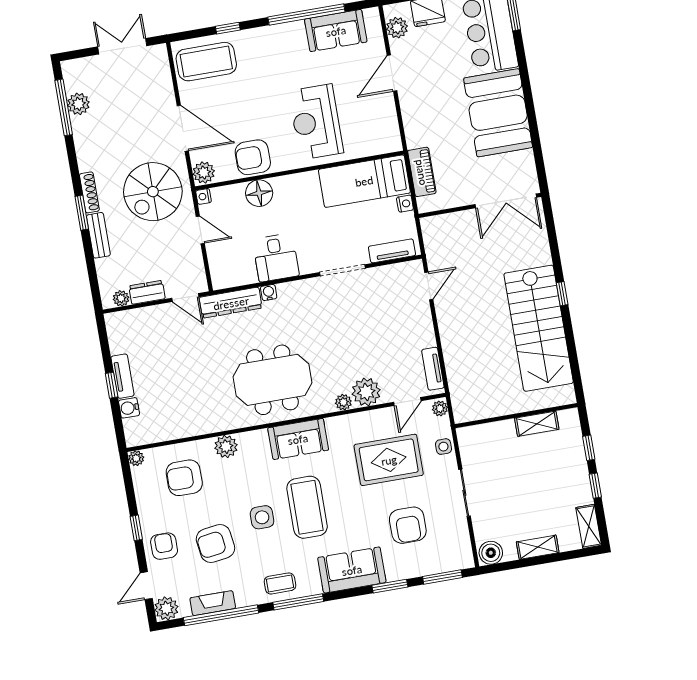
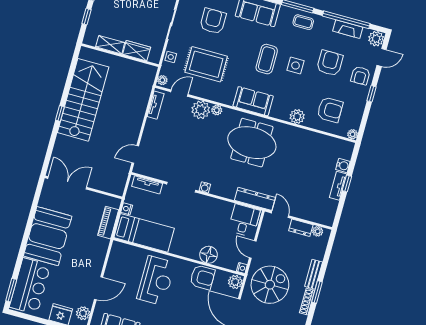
desk: (276, 258) -> (244, 220), moved
water cooler: (269, 293) -> (205, 187), moved
wardrobe: (496, 433) -> (137, 51), added
coffee table: (307, 507) -> (267, 59), width x0.73, depth x0.76
armchair: (215, 543) -> (330, 63), turned -82

